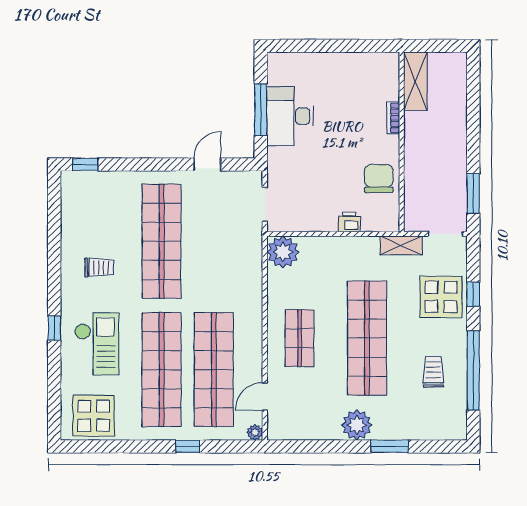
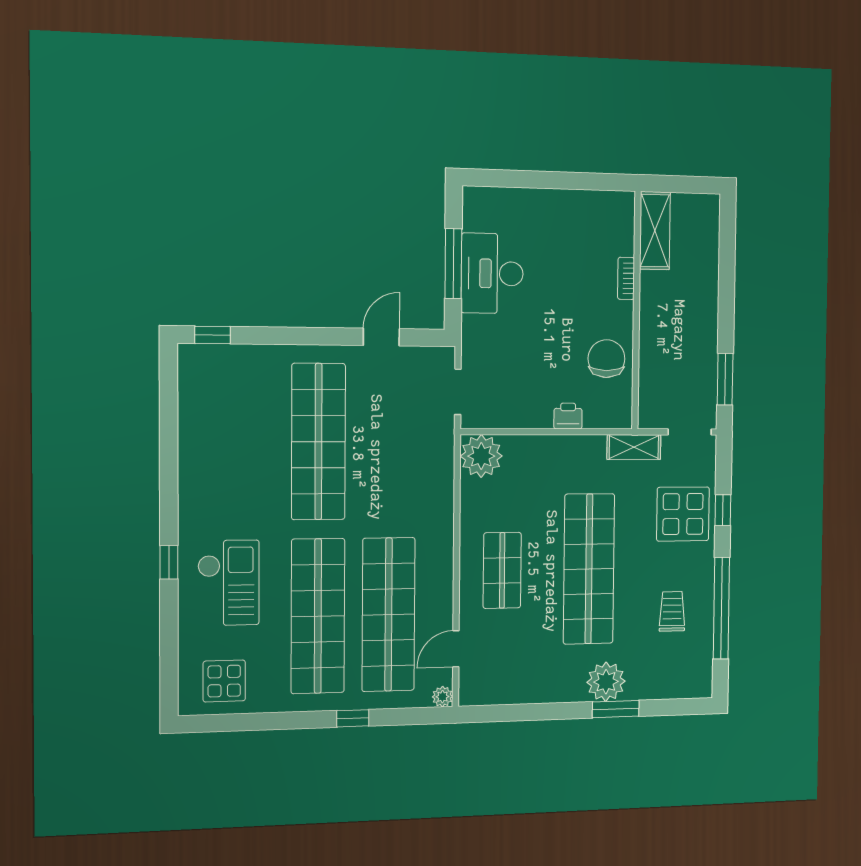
trolley: (99, 267) -> (232, 478), removed
display table: (94, 416) -> (224, 681), width x0.73, depth x0.73
plant: (357, 425) -> (606, 682), moved

